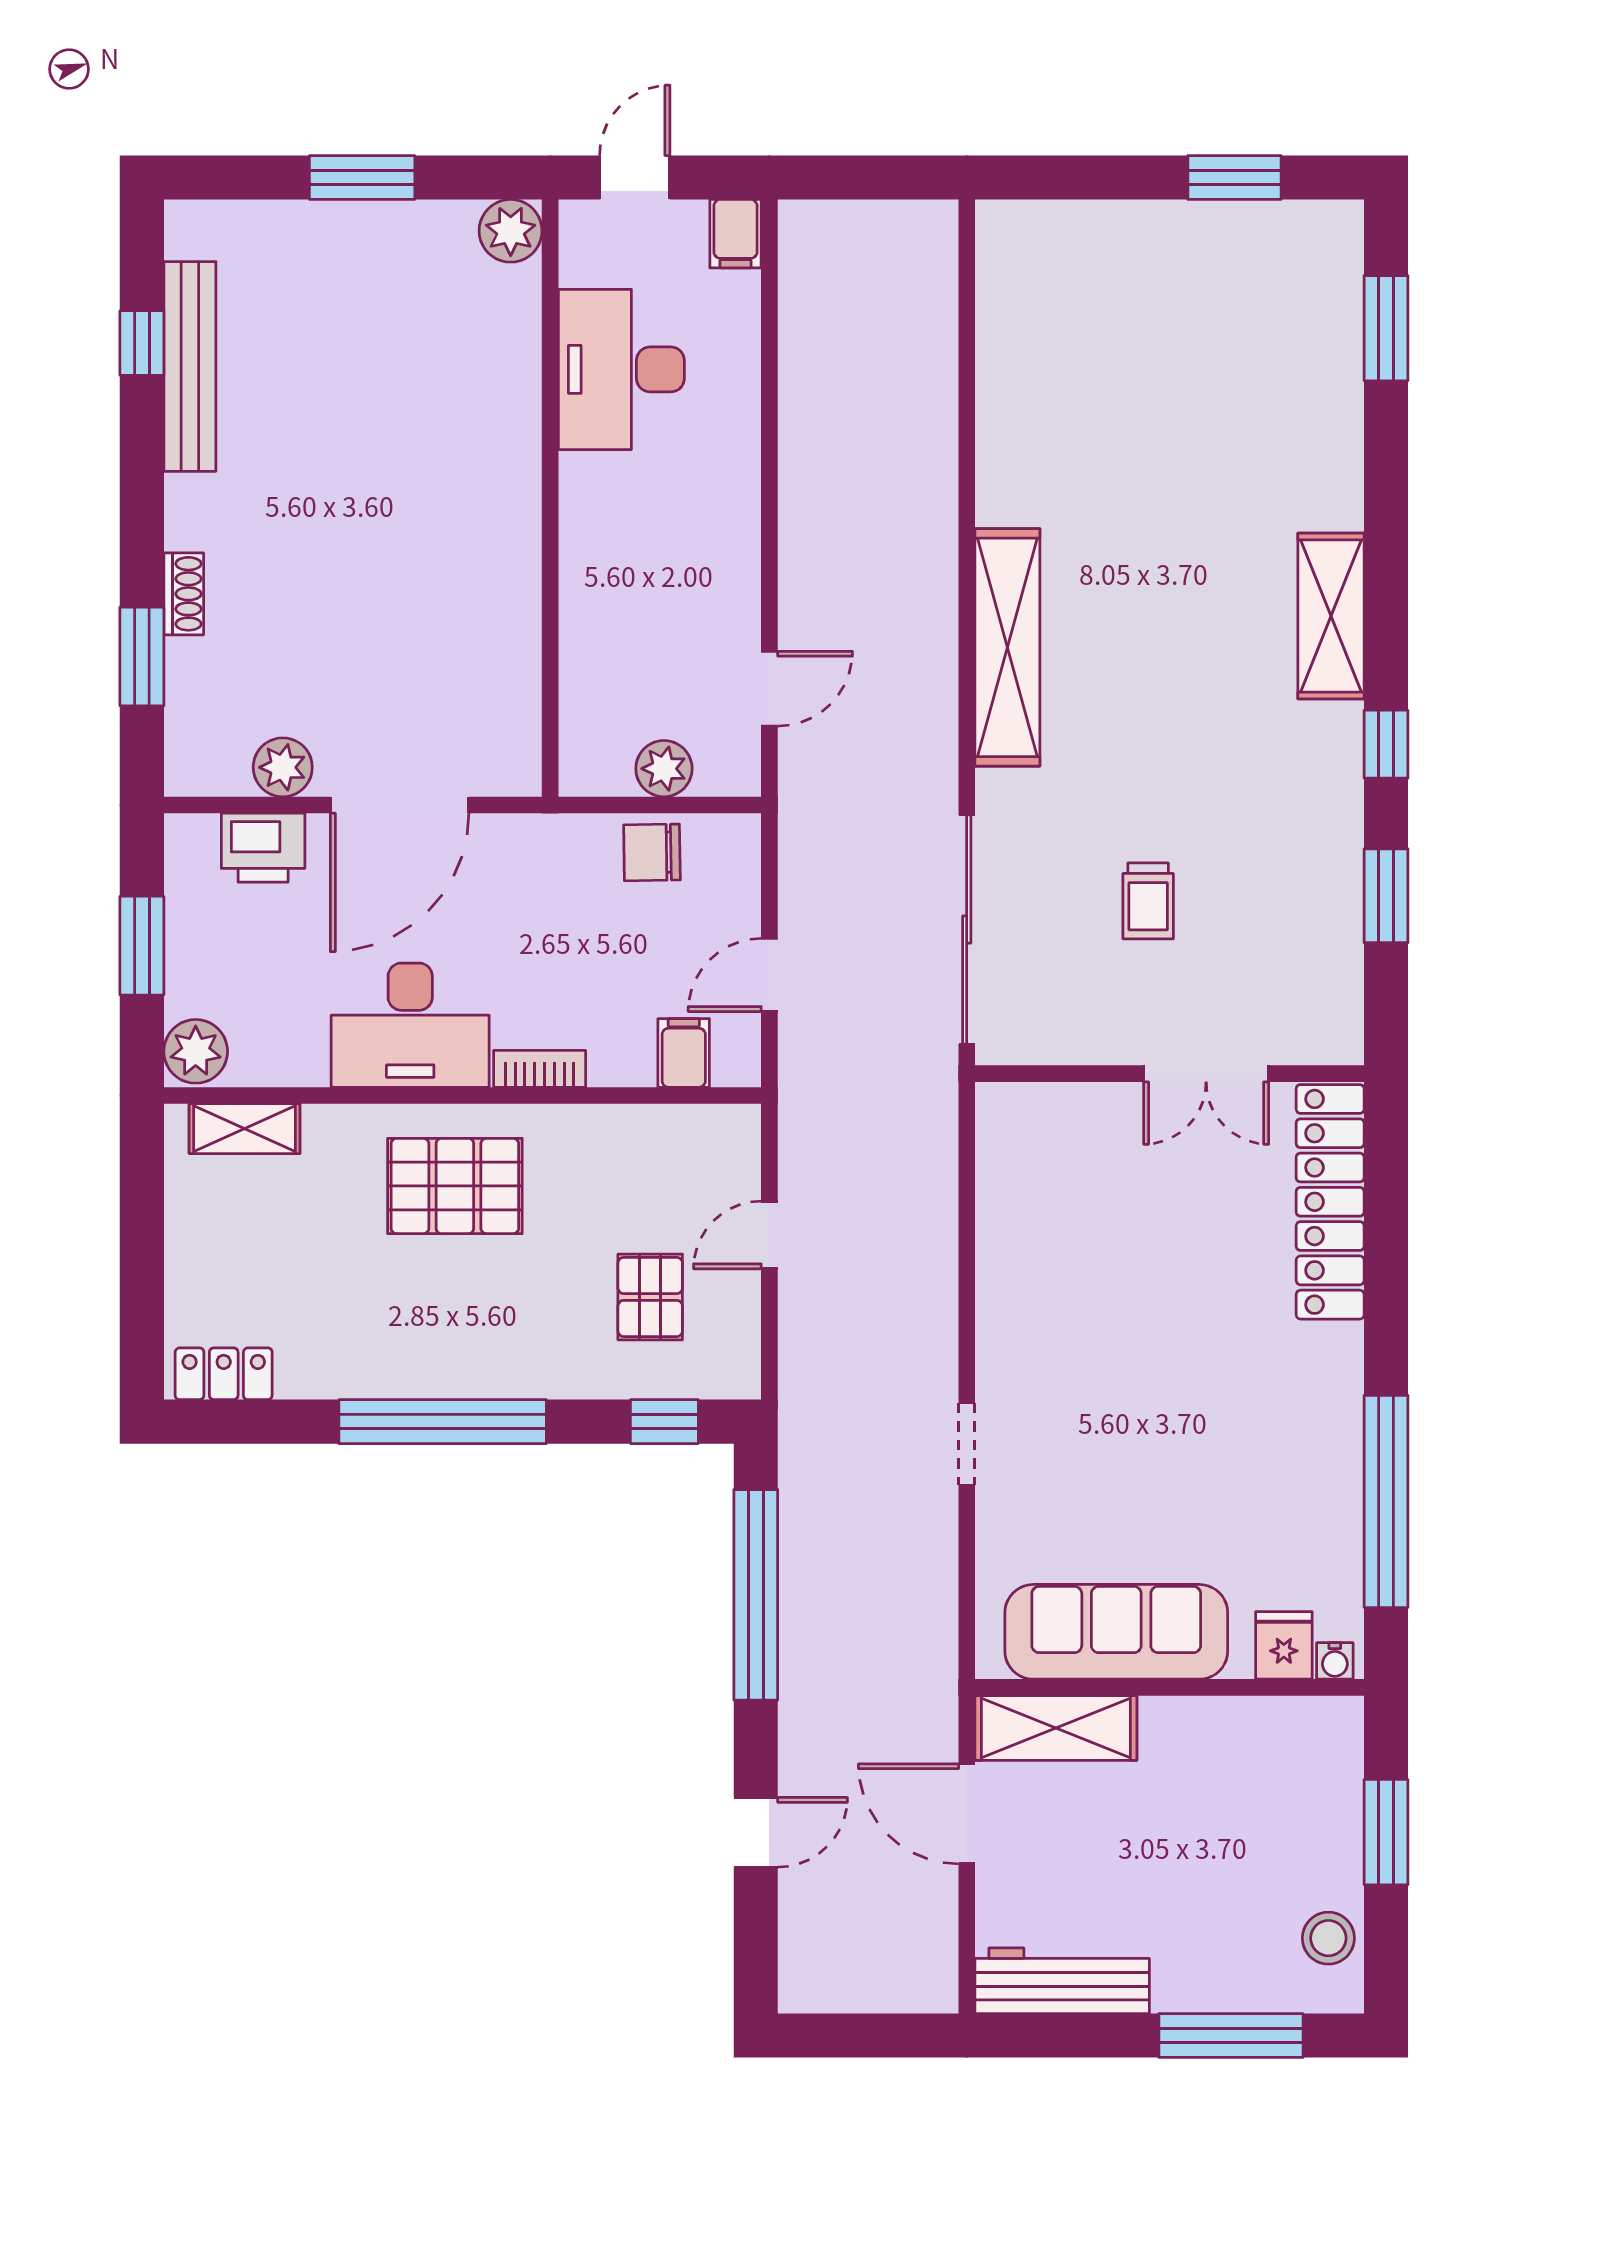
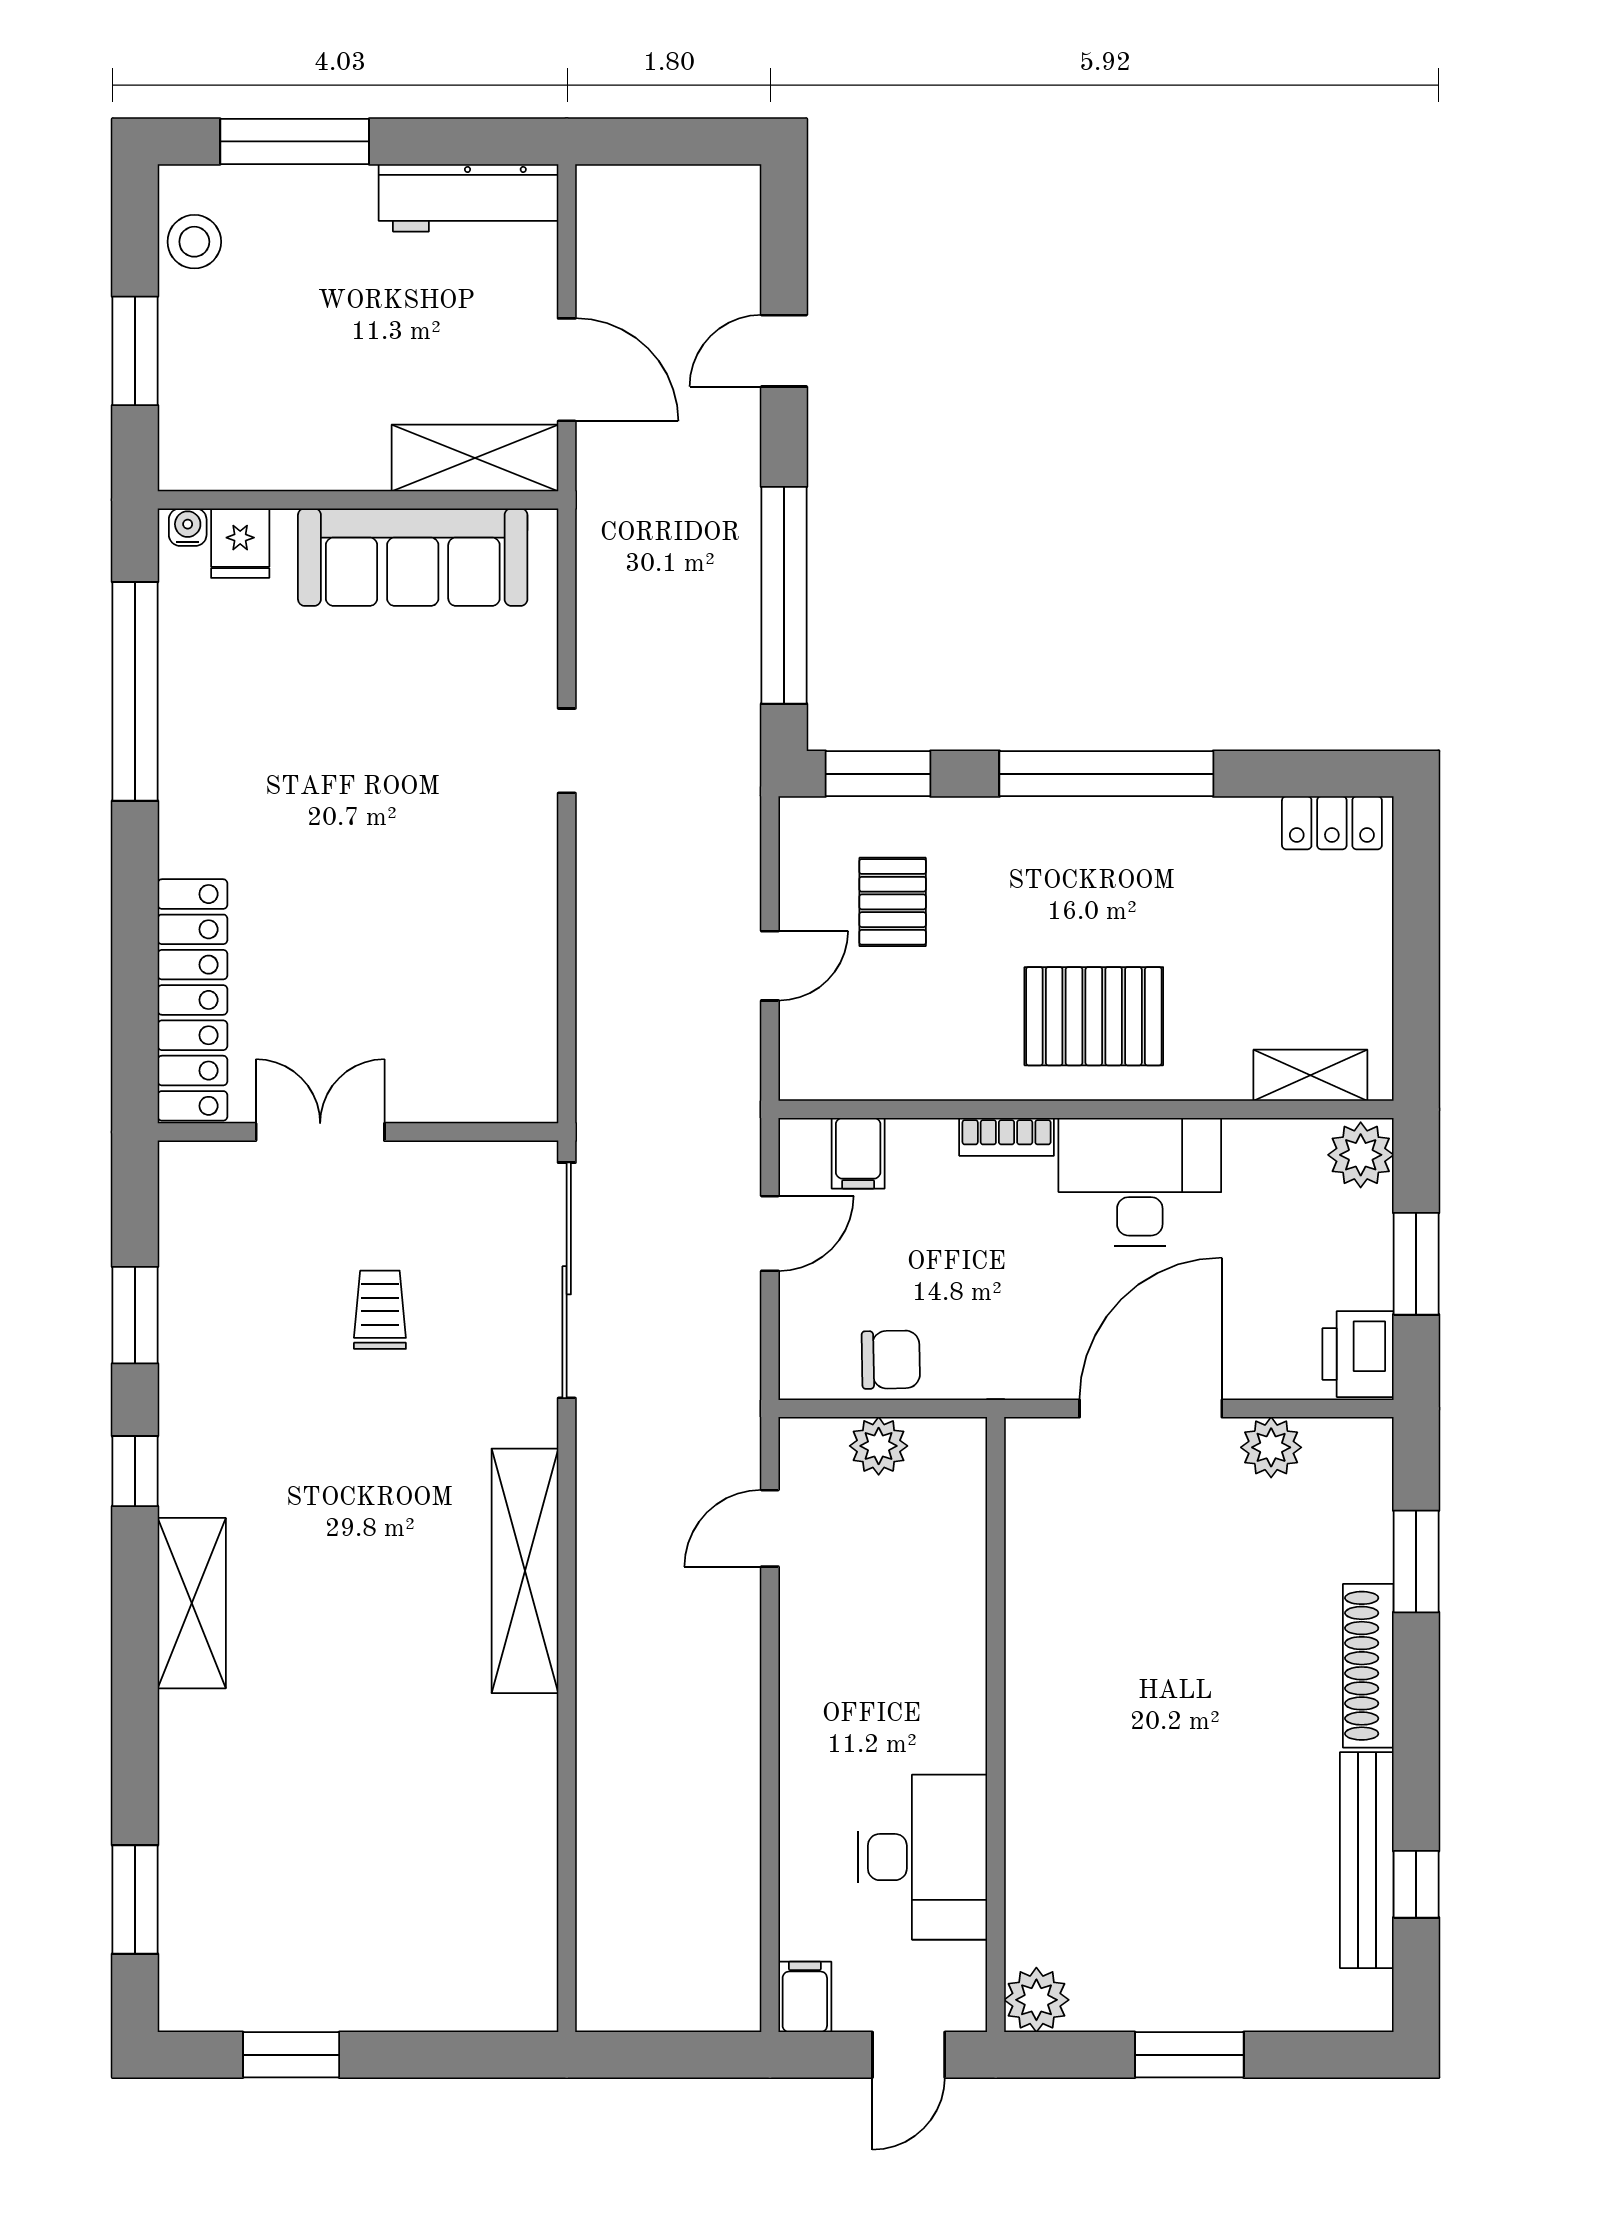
shoe rack: (184, 594) -> (1368, 1666), width x1.94, depth x1.24
printer: (263, 848) -> (1358, 1354), moved, turned -90
window: (664, 1422) -> (878, 774), width x1.50

